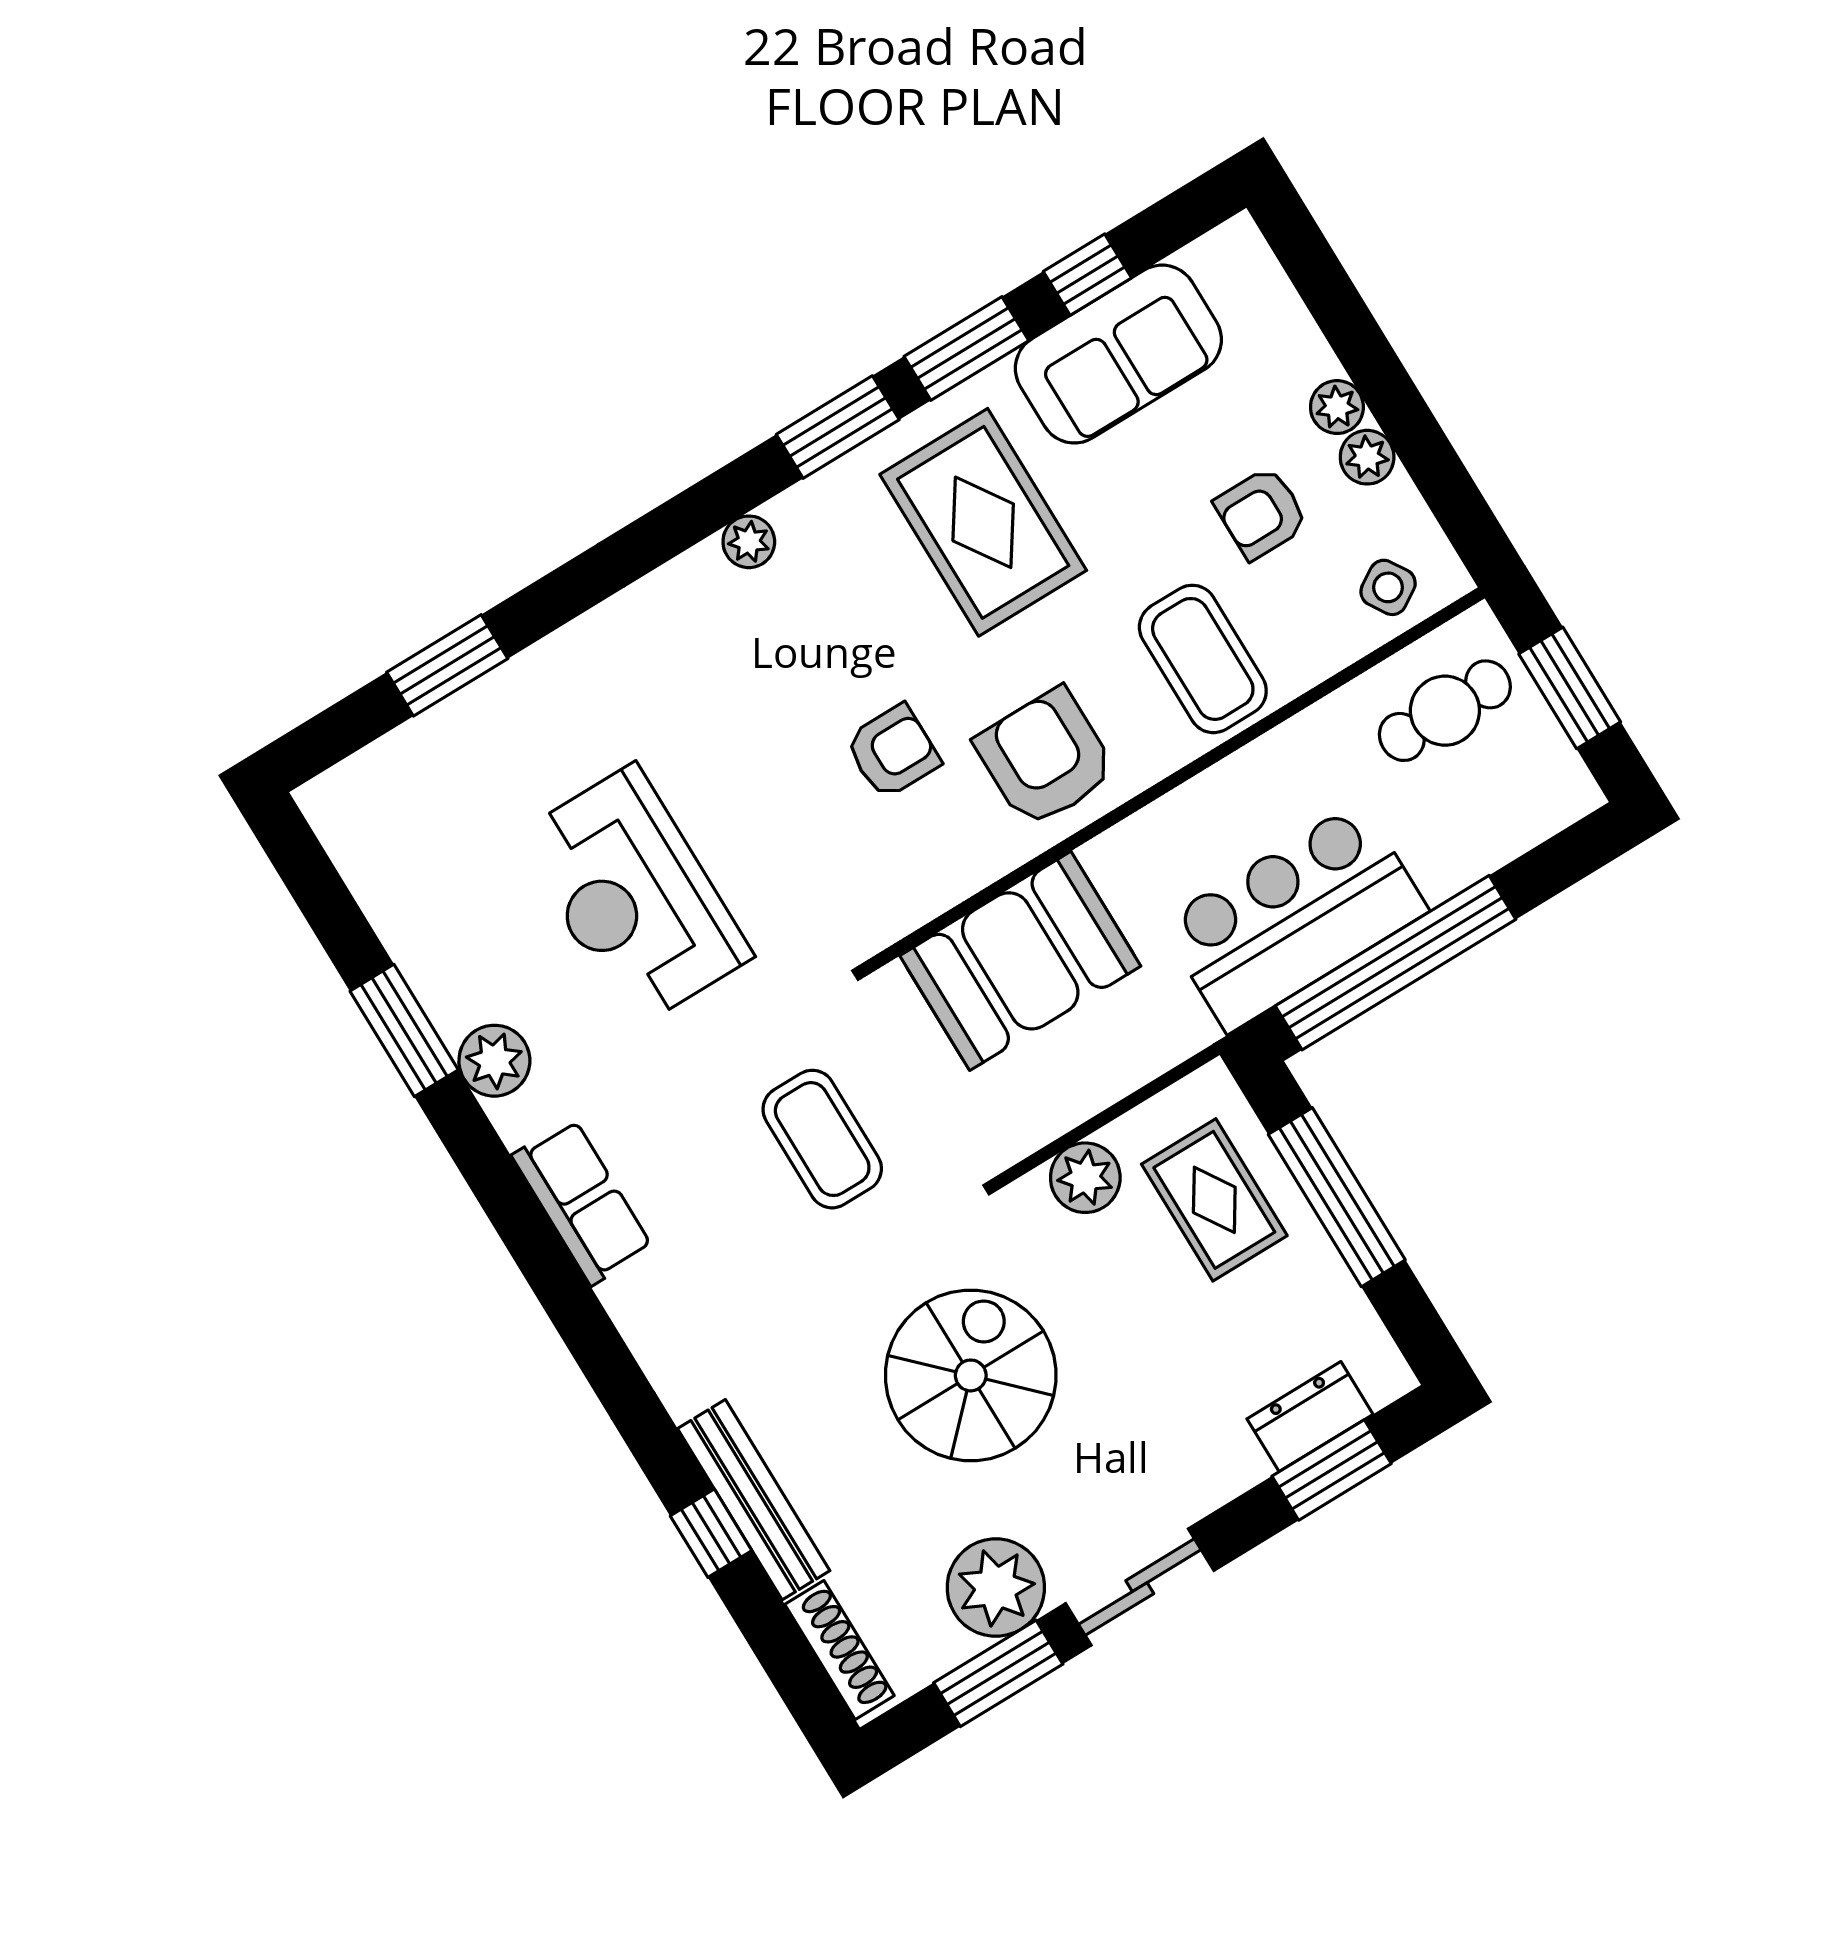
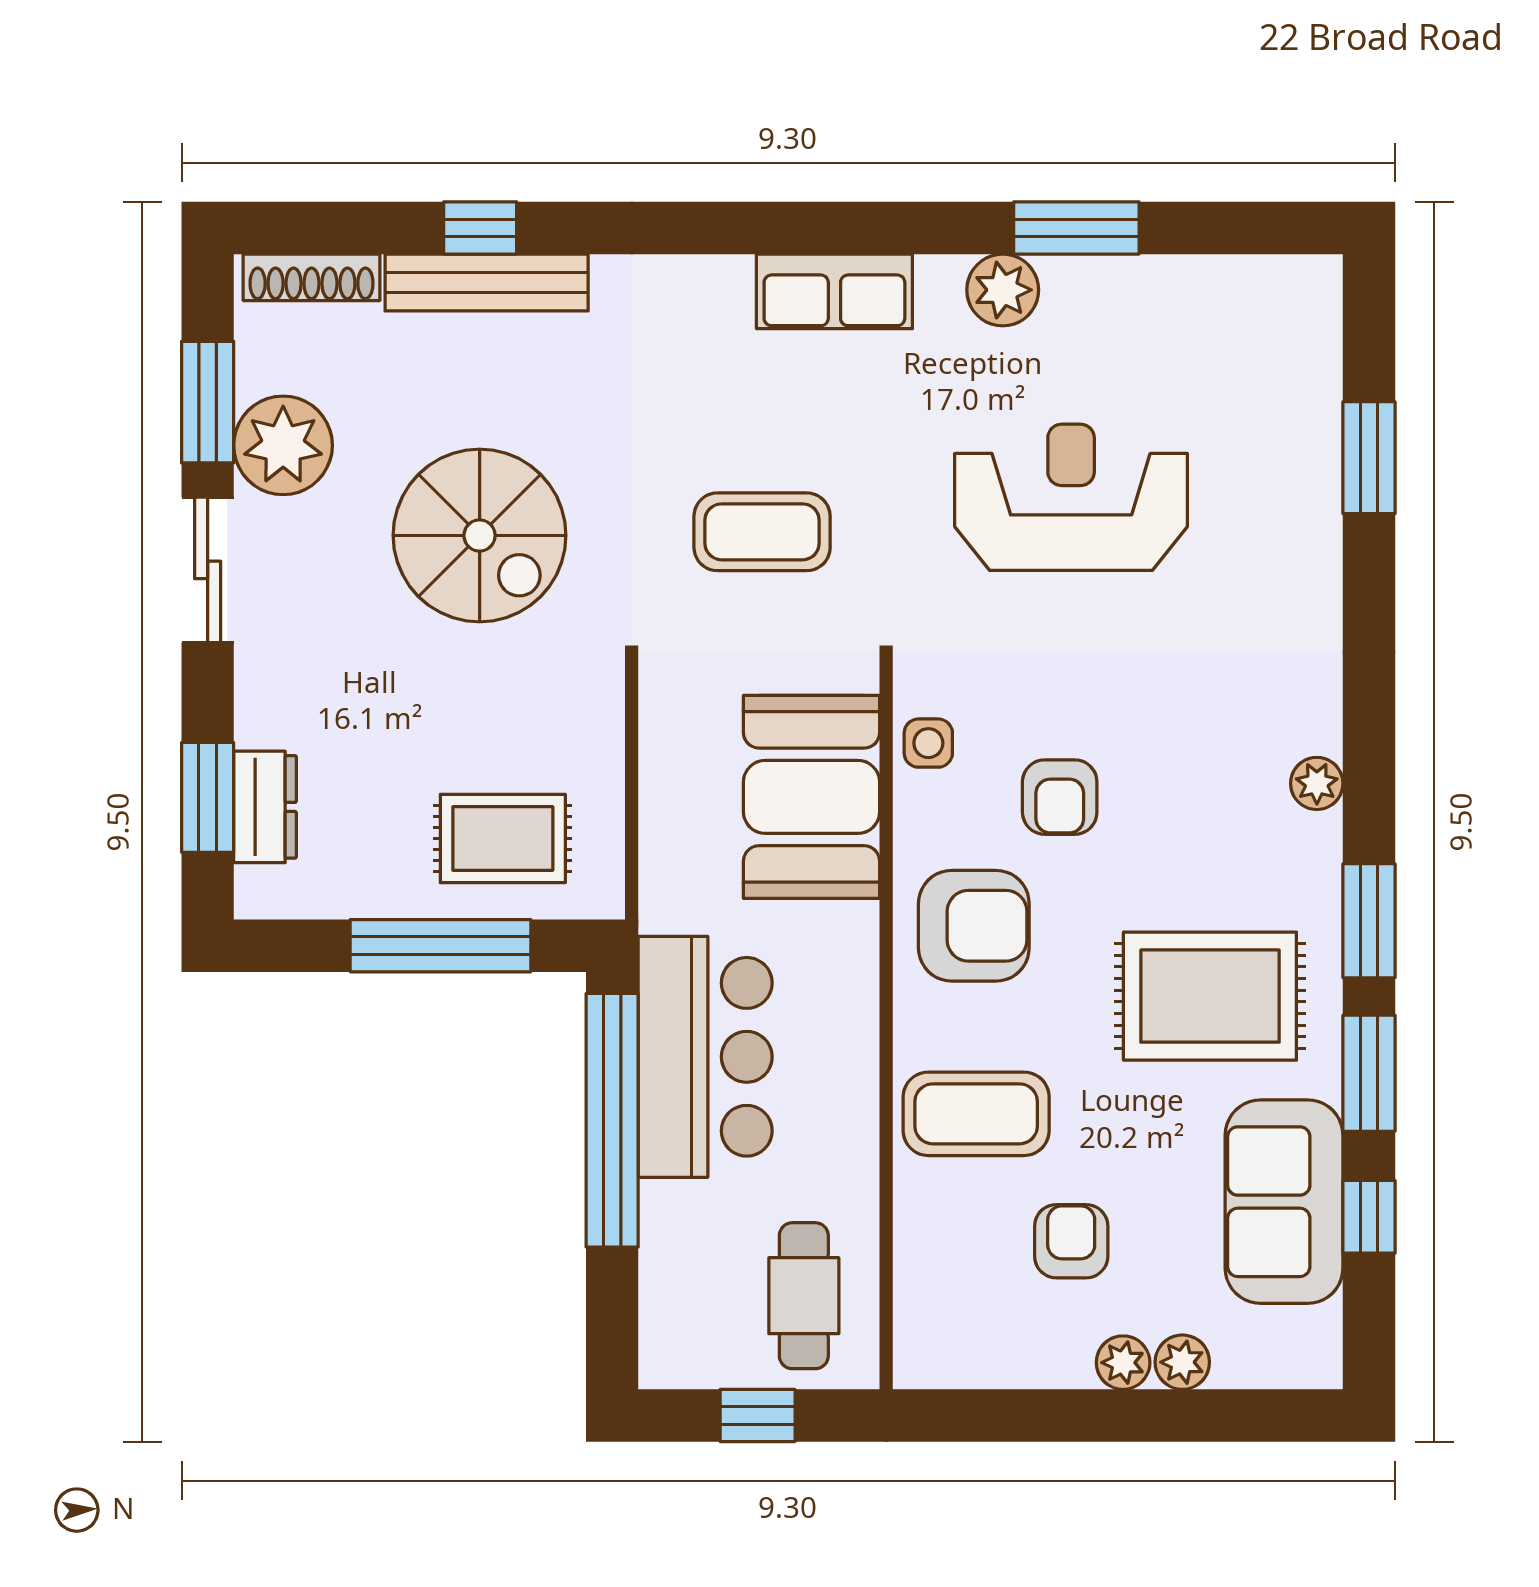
plant: (1367, 457) -> (1182, 1362), moved
side table: (1388, 587) -> (928, 743), moved, turned 32
window: (1570, 688) -> (758, 1415), width x0.67
plant: (1085, 1178) -> (590, 739), removed

